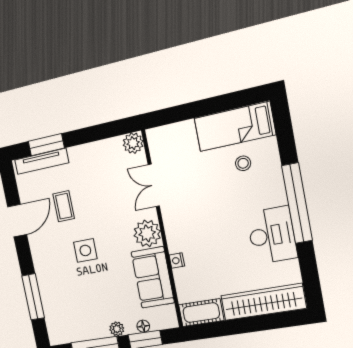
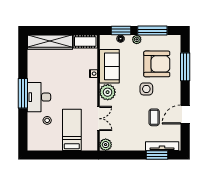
bed: (235, 127) -> (72, 130), moved, turned -90
window: (297, 203) -> (23, 93), width x0.68
desk: (272, 235) -> (39, 97), moved
armchair: (77, 294) -> (157, 64), added

